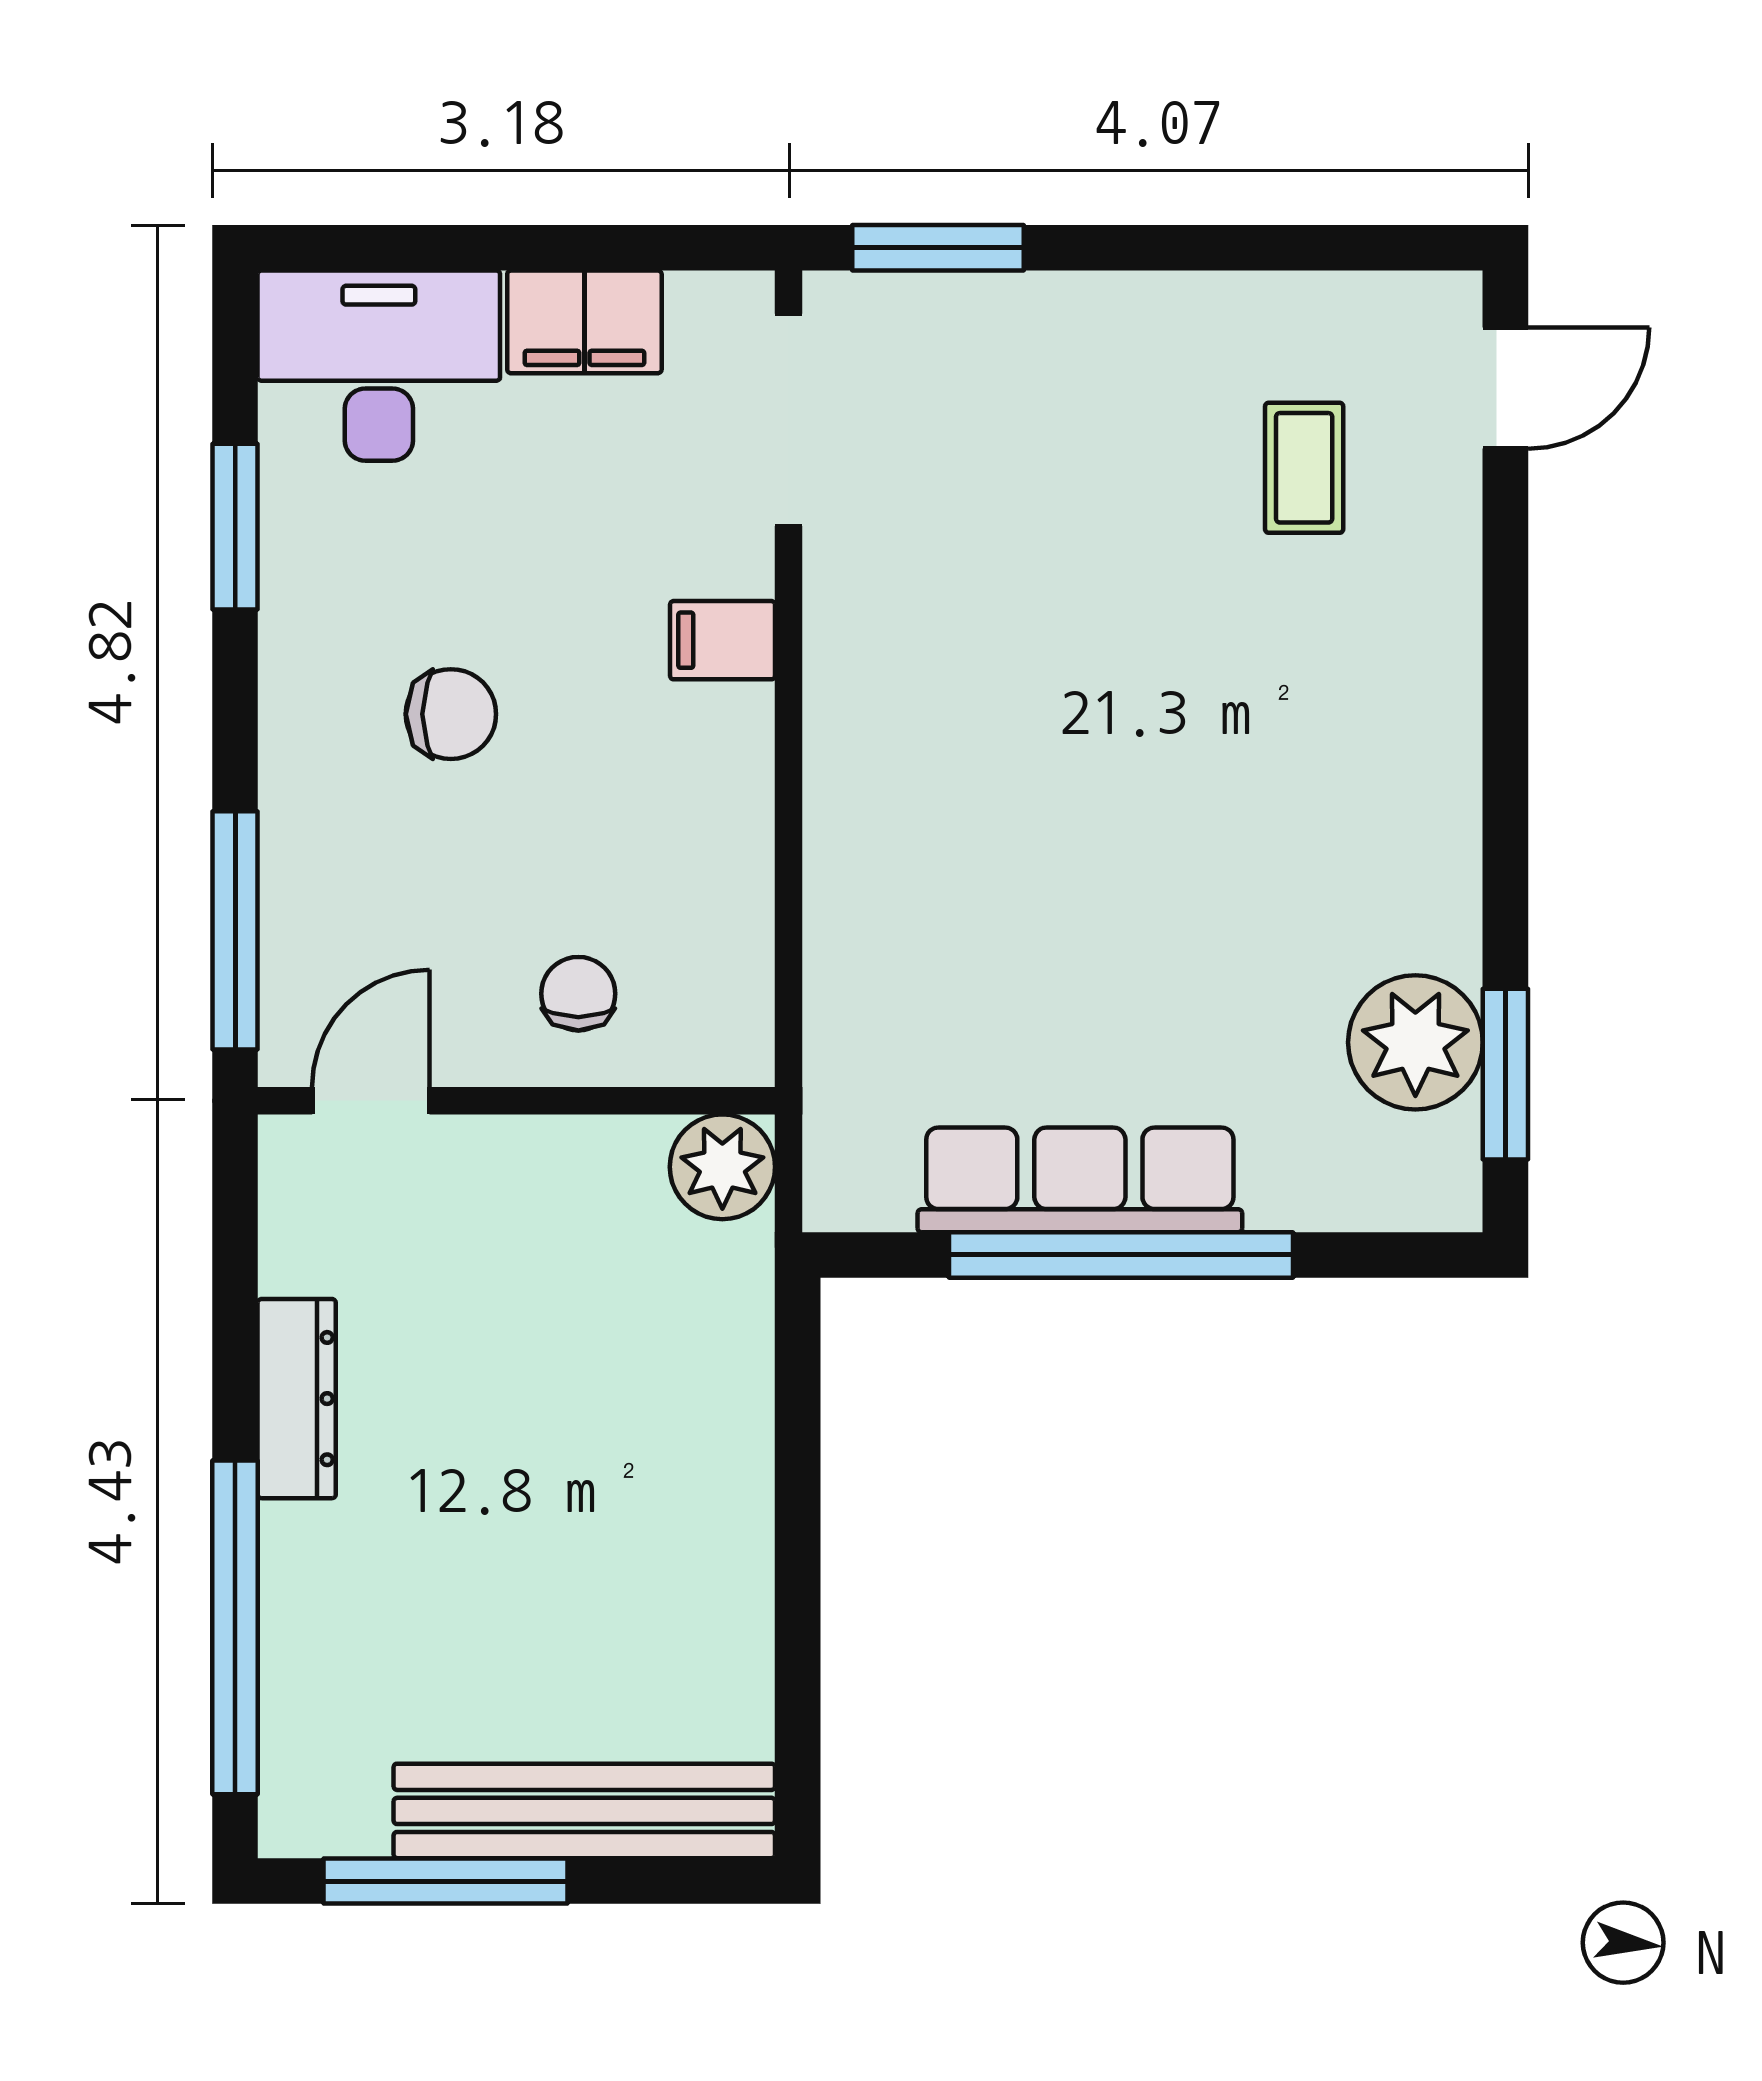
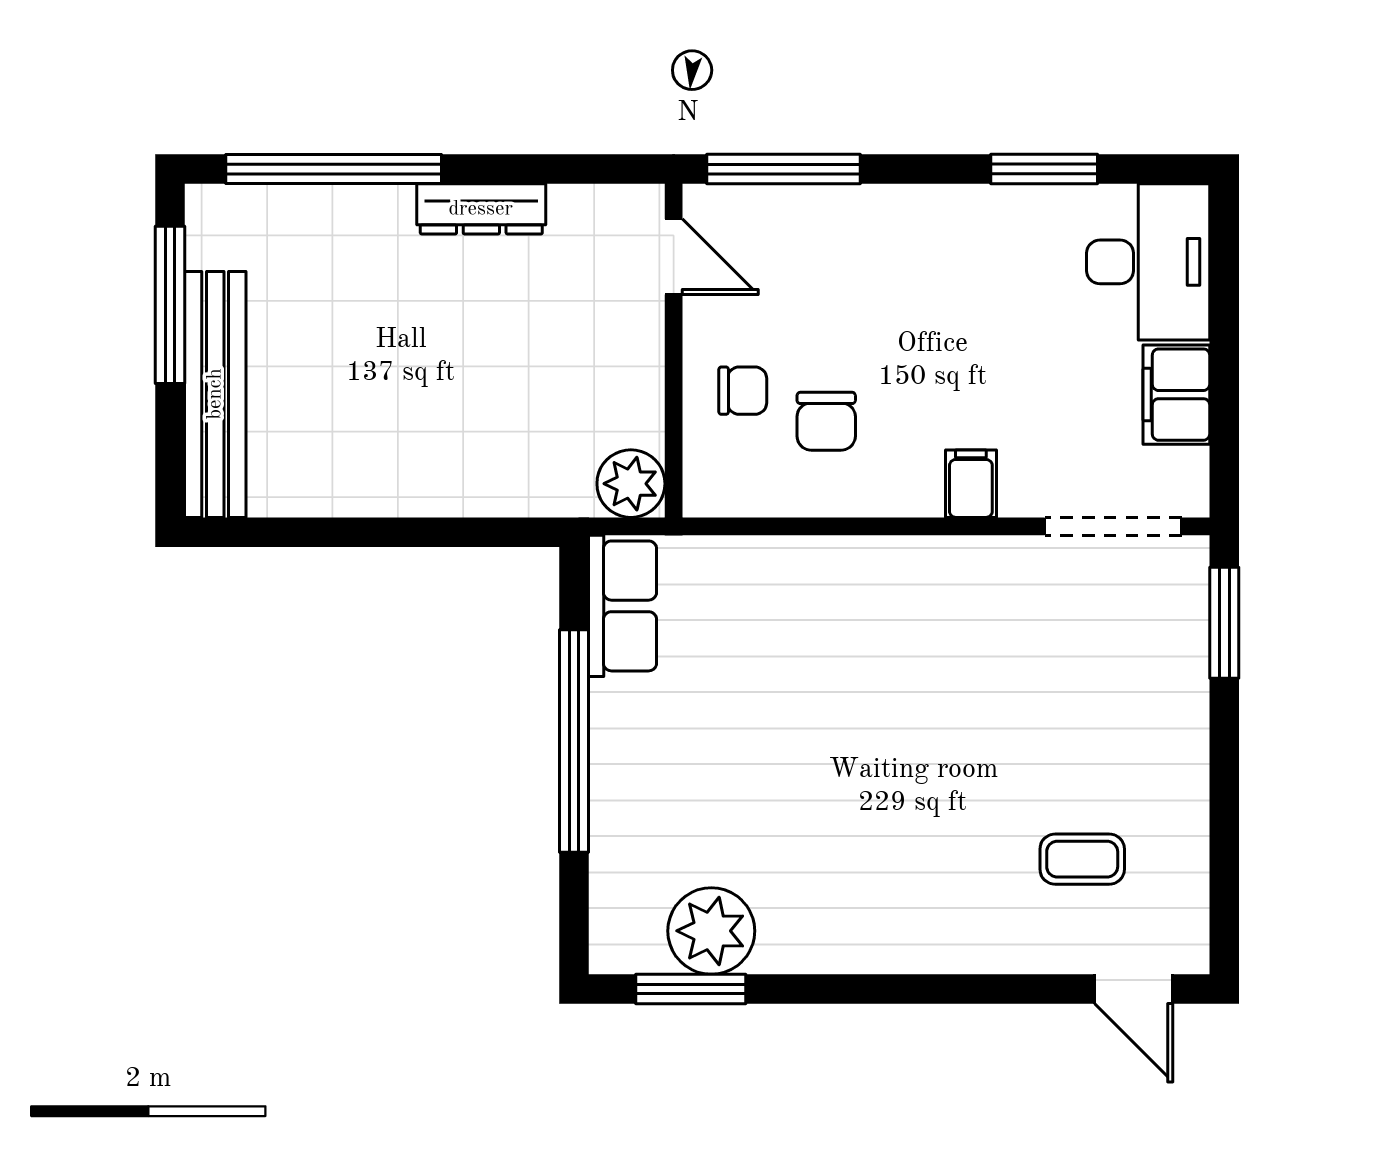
chair: (451, 714) -> (826, 421), moved
row of seats: (1080, 1180) -> (623, 606), moved, width x0.68

